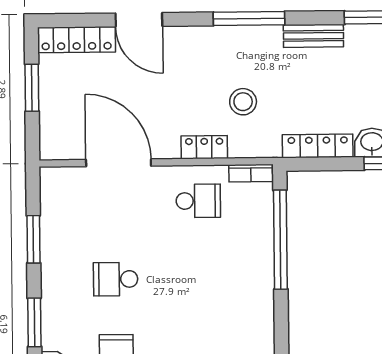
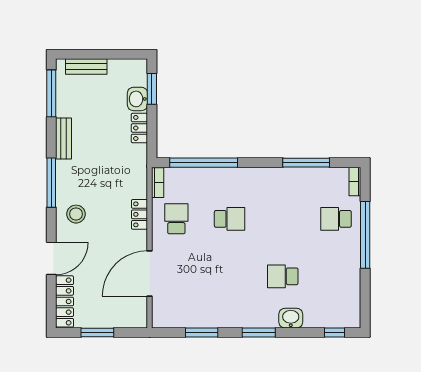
stool: (243, 102) -> (76, 214), moved
locker: (318, 146) -> (139, 128), width x0.66
school desk: (116, 279) -> (230, 219), moved, turned -90

